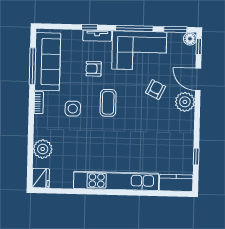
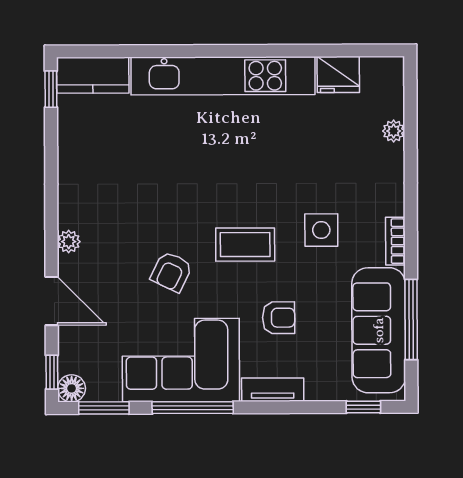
window: (89, 27) -> (363, 407), moved
armchair: (155, 90) -> (171, 272), moved
plant: (185, 102) -> (69, 242), width x0.53, depth x0.53
coffee table: (108, 103) -> (245, 245), turned 90
plant: (43, 149) -> (394, 131), width x0.53, depth x0.53
window: (196, 157) -> (51, 89), moved
fridge: (41, 178) -> (338, 75), moved, turned -90

